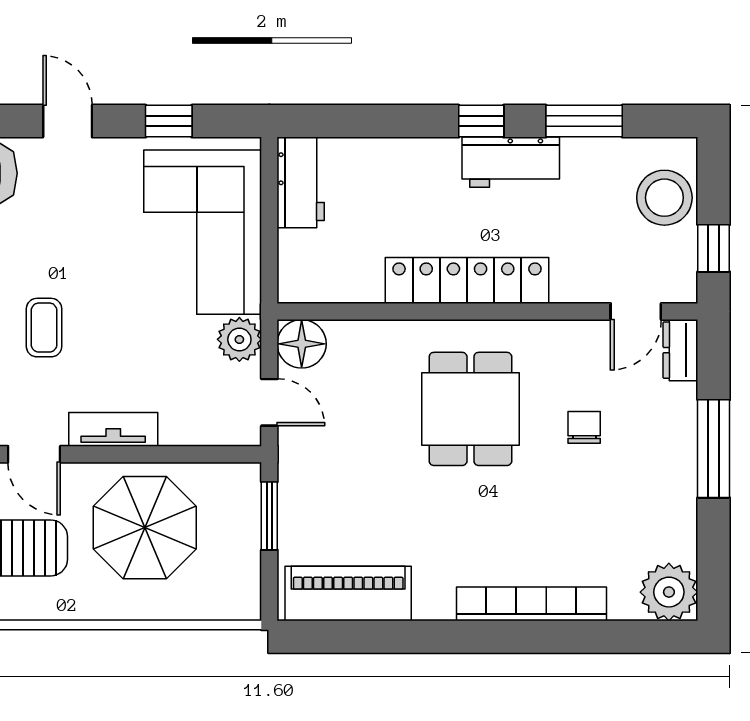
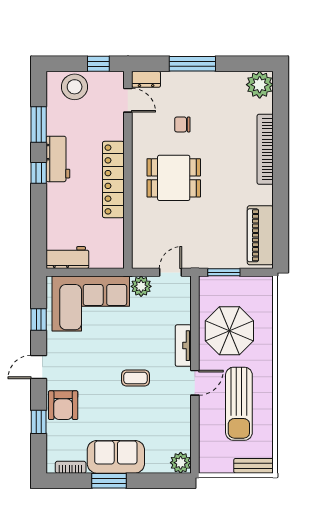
floor lamp: (302, 344) -> (143, 257), removed

